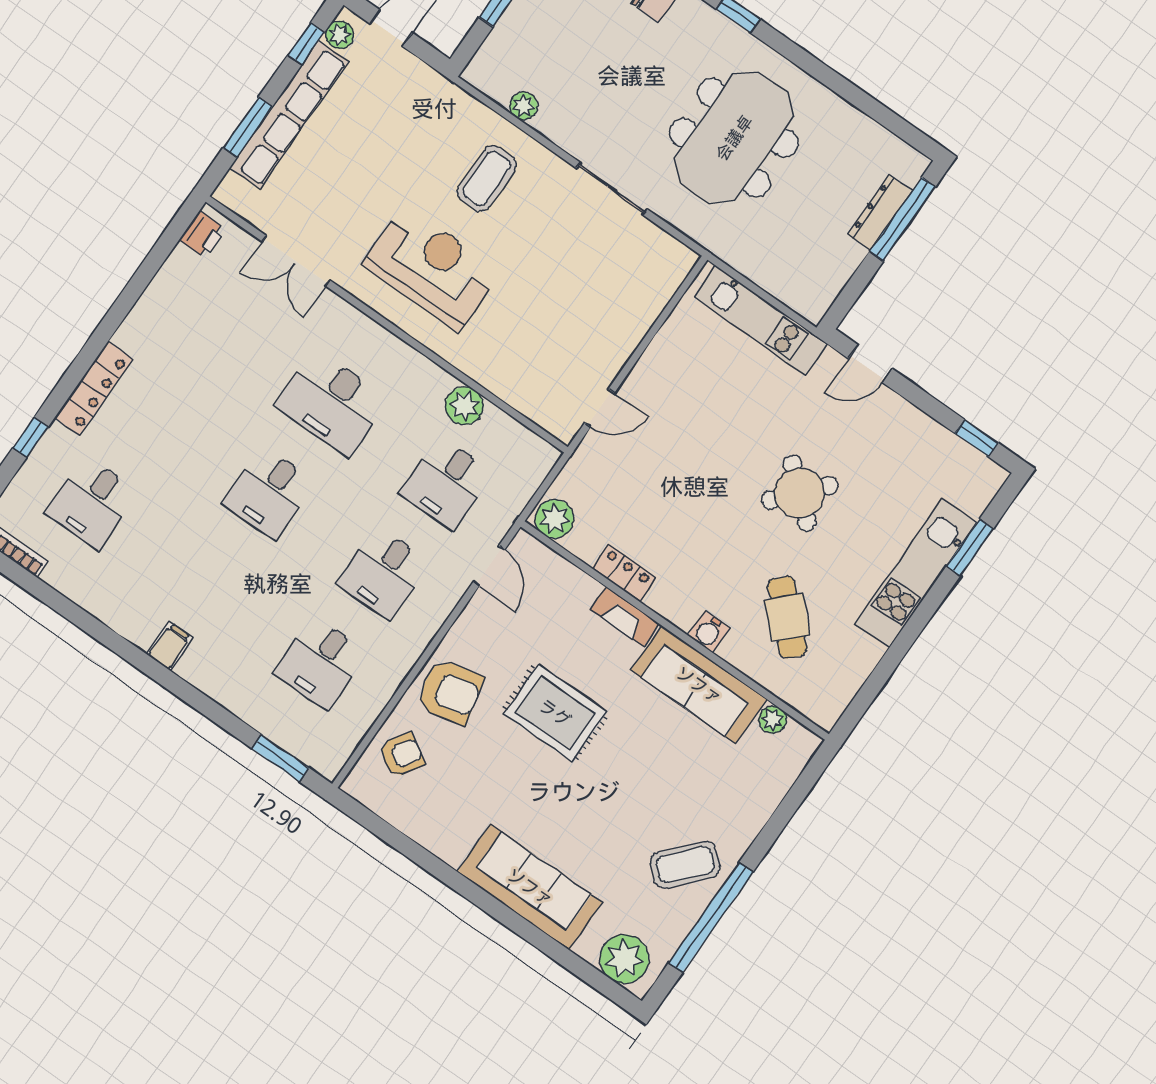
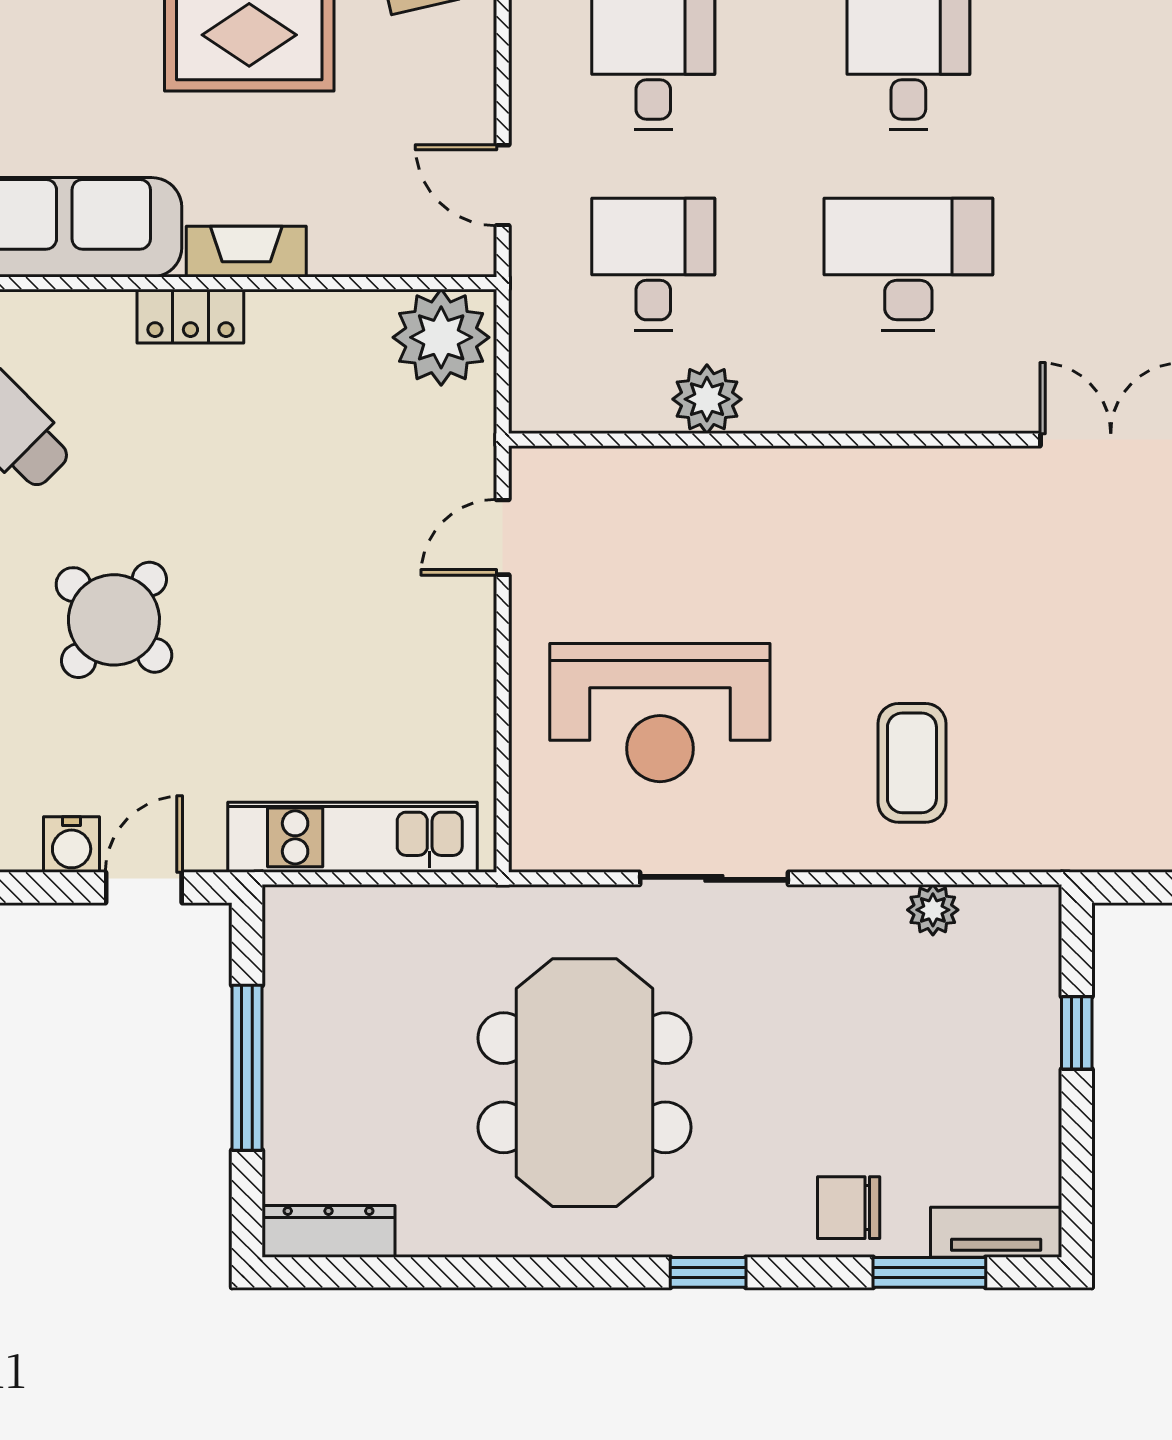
dresser: (880, 213) -> (329, 1231), moved, turned -90
window: (902, 219) -> (247, 1068), moved
reception desk: (431, 268) -> (660, 713), moved
plant: (554, 519) -> (441, 337), width x1.36, depth x1.36
locker: (624, 573) -> (190, 316), moved
water cooler: (709, 632) -> (72, 845), moved, turned 180

